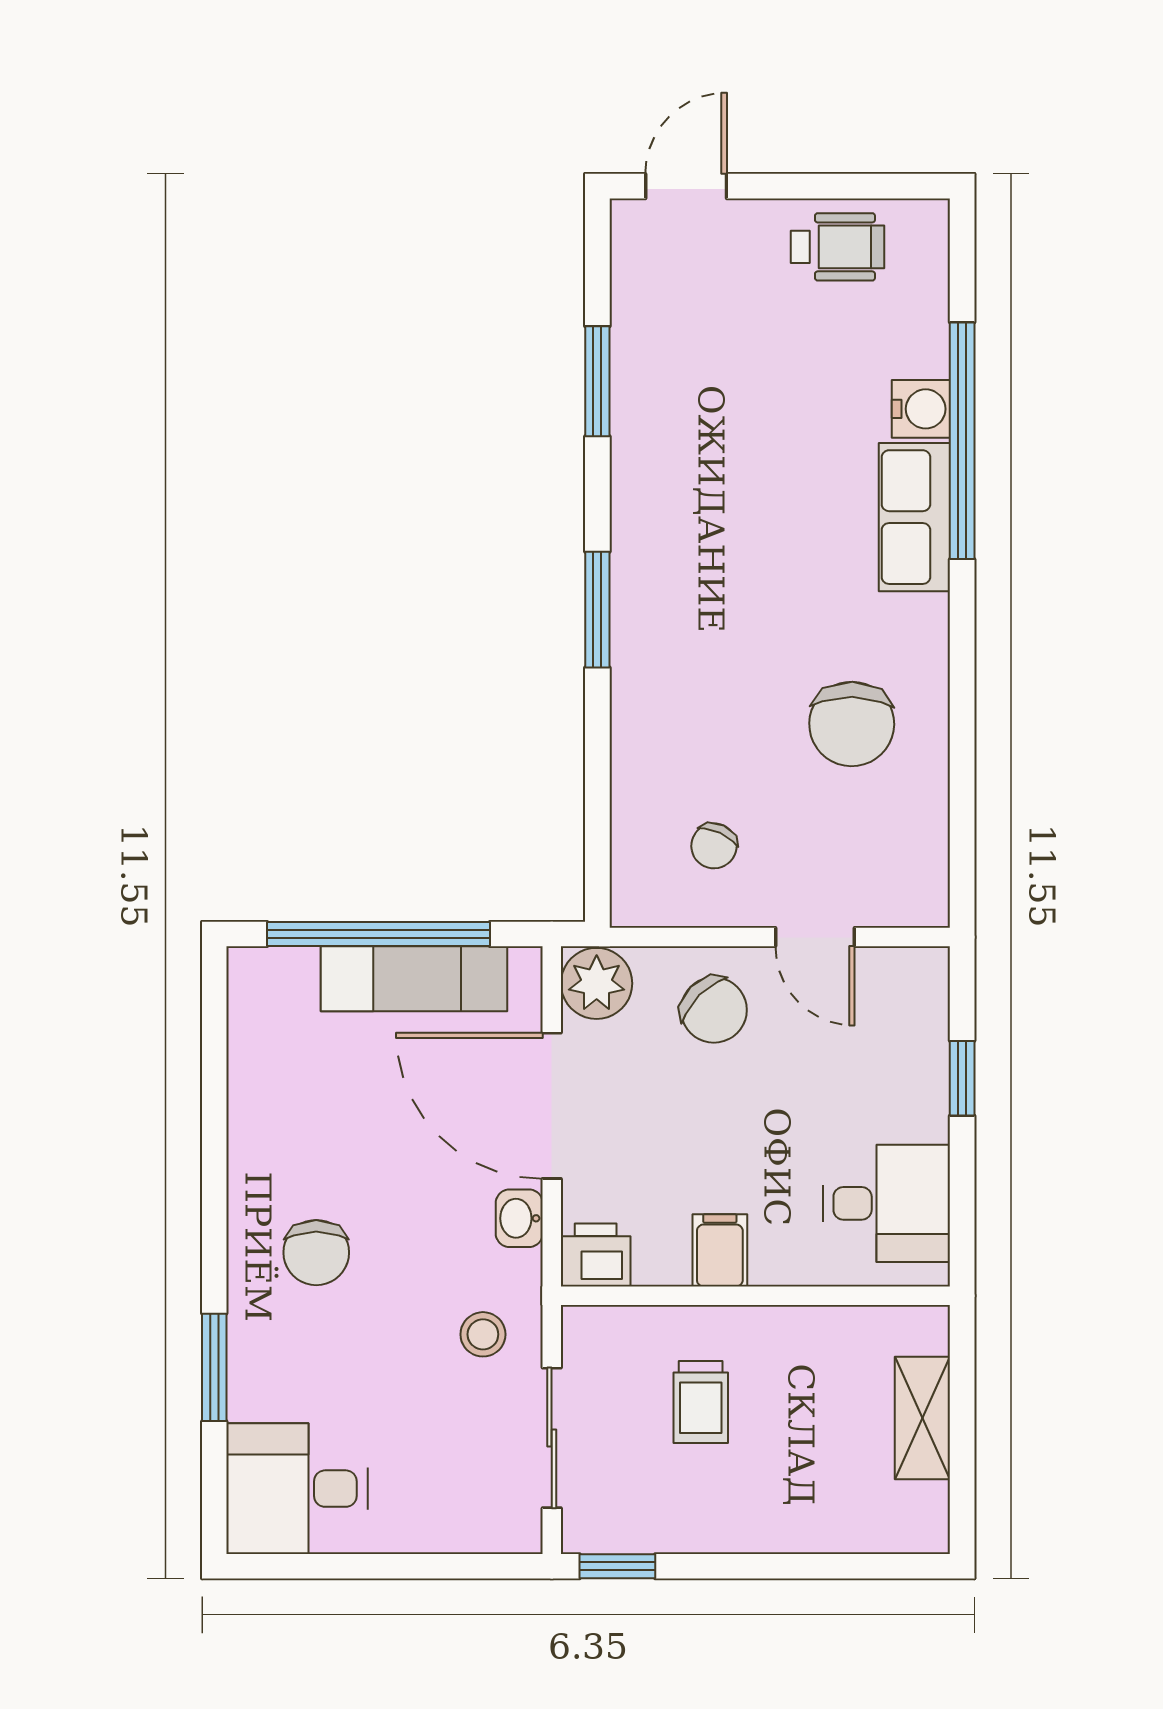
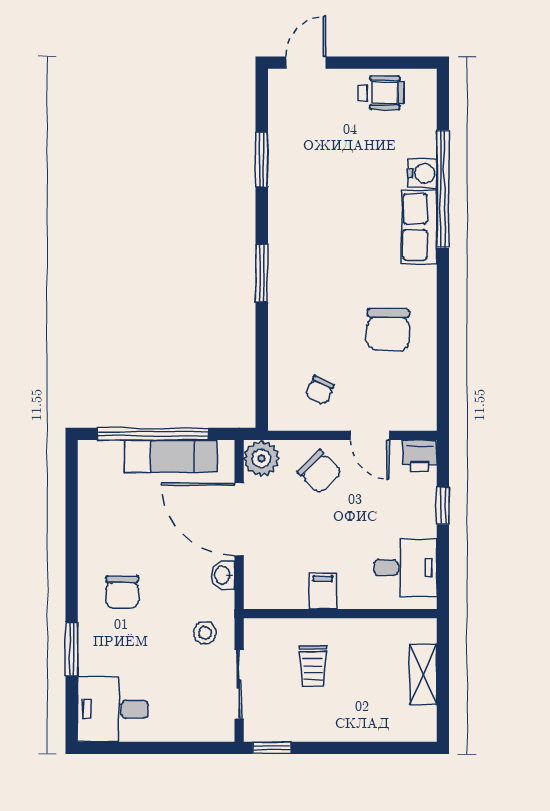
printer: (596, 1255) -> (420, 456), moved, turned 180

